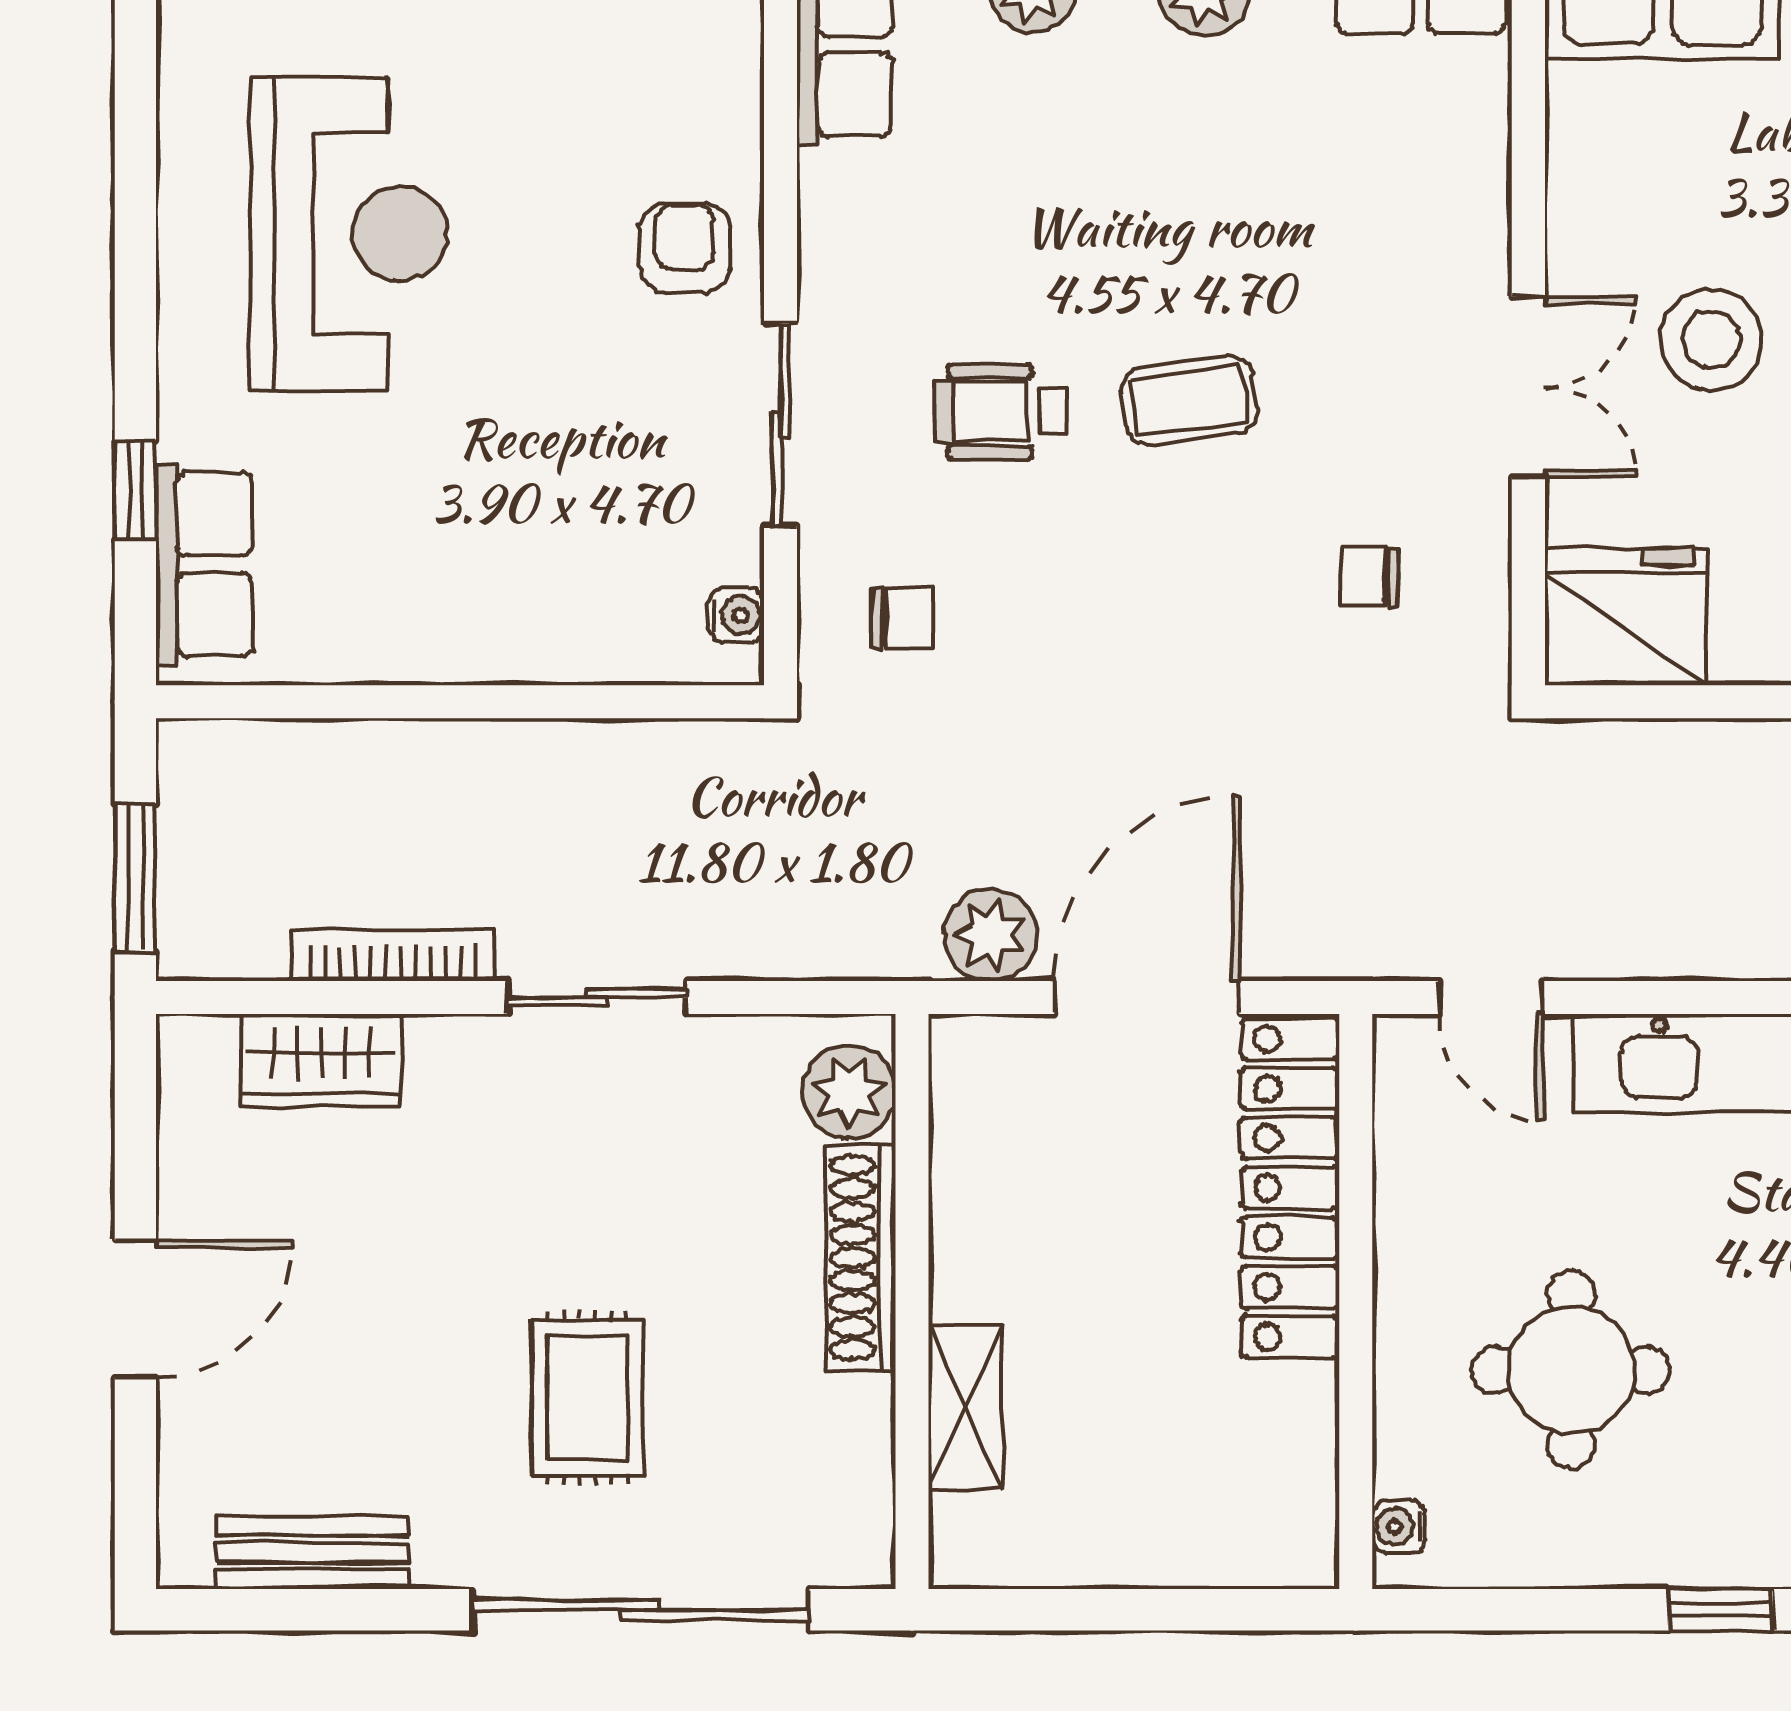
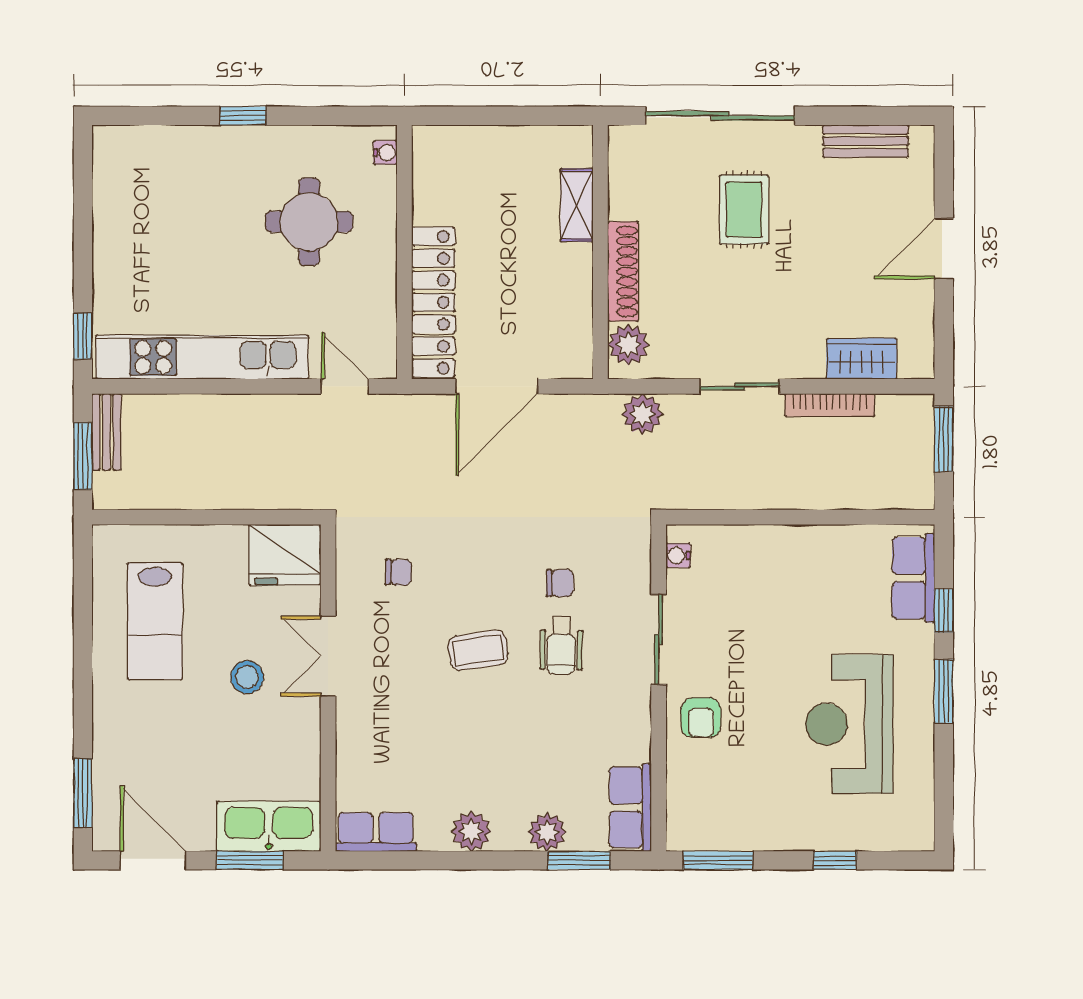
window: (135, 307) -> (944, 691), added
stool: (1711, 340) -> (247, 677), width x0.73, depth x0.73
wheelchair: (1000, 412) -> (561, 645), turned 91
chair: (902, 618) -> (560, 583), moved, turned 180
plant: (991, 935) -> (642, 414), moved

